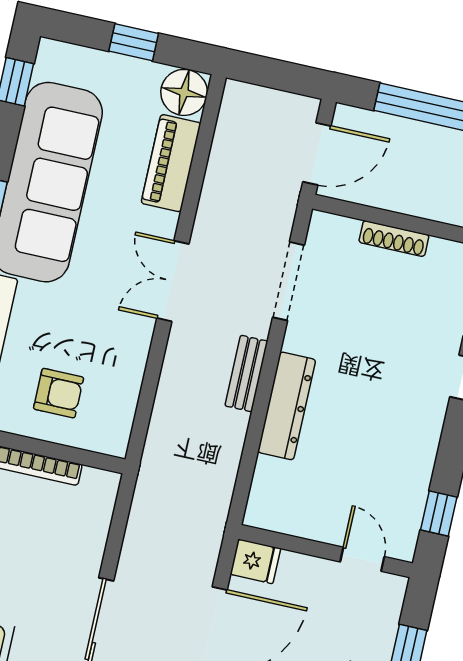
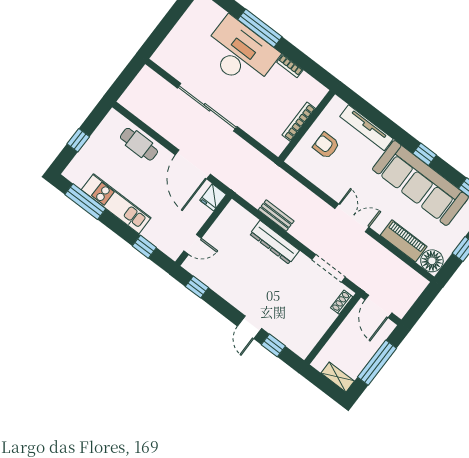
shoe rack: (394, 239) -> (342, 302), moved, width x0.70
bench: (246, 373) -> (276, 216), moved
armchair: (59, 393) -> (326, 145), turned 90

